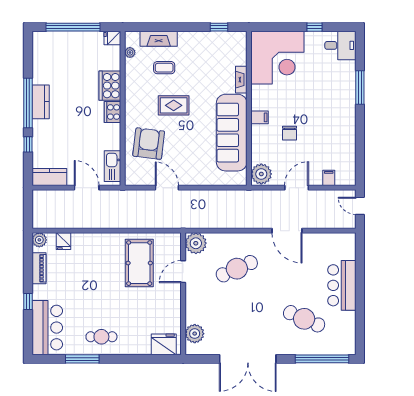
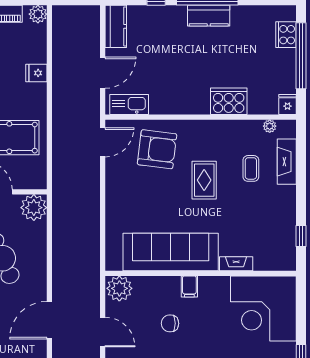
cooker: (113, 112) -> (286, 35), moved, turned -90
door: (167, 188) -> (103, 142), moved
fridge: (64, 241) -> (36, 73), moved

